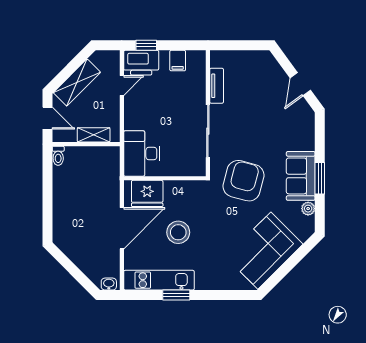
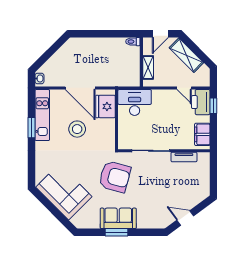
filing cabinet: (178, 61) -> (202, 134), width x2.00
plant: (308, 209) -> (94, 224), removed

